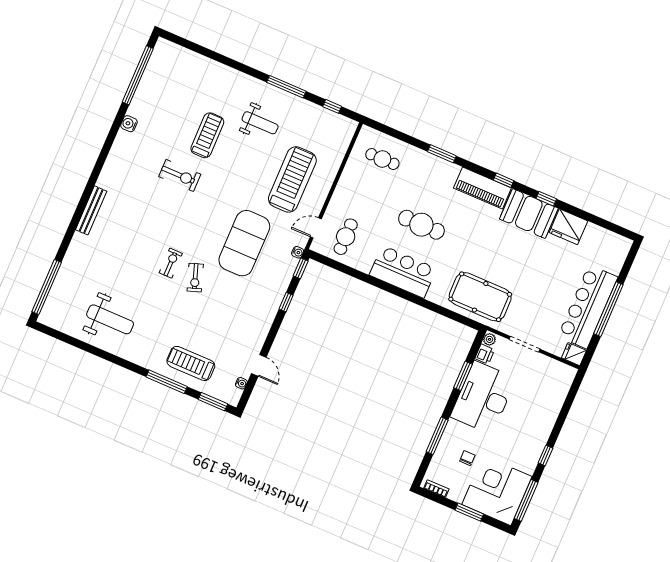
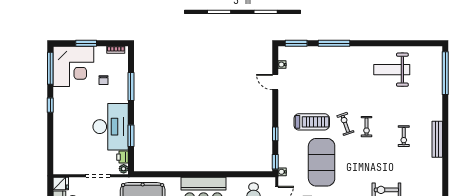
exercise bike: (130, 232) -> (404, 136), added
treadmill: (191, 363) -> (312, 122), moved

